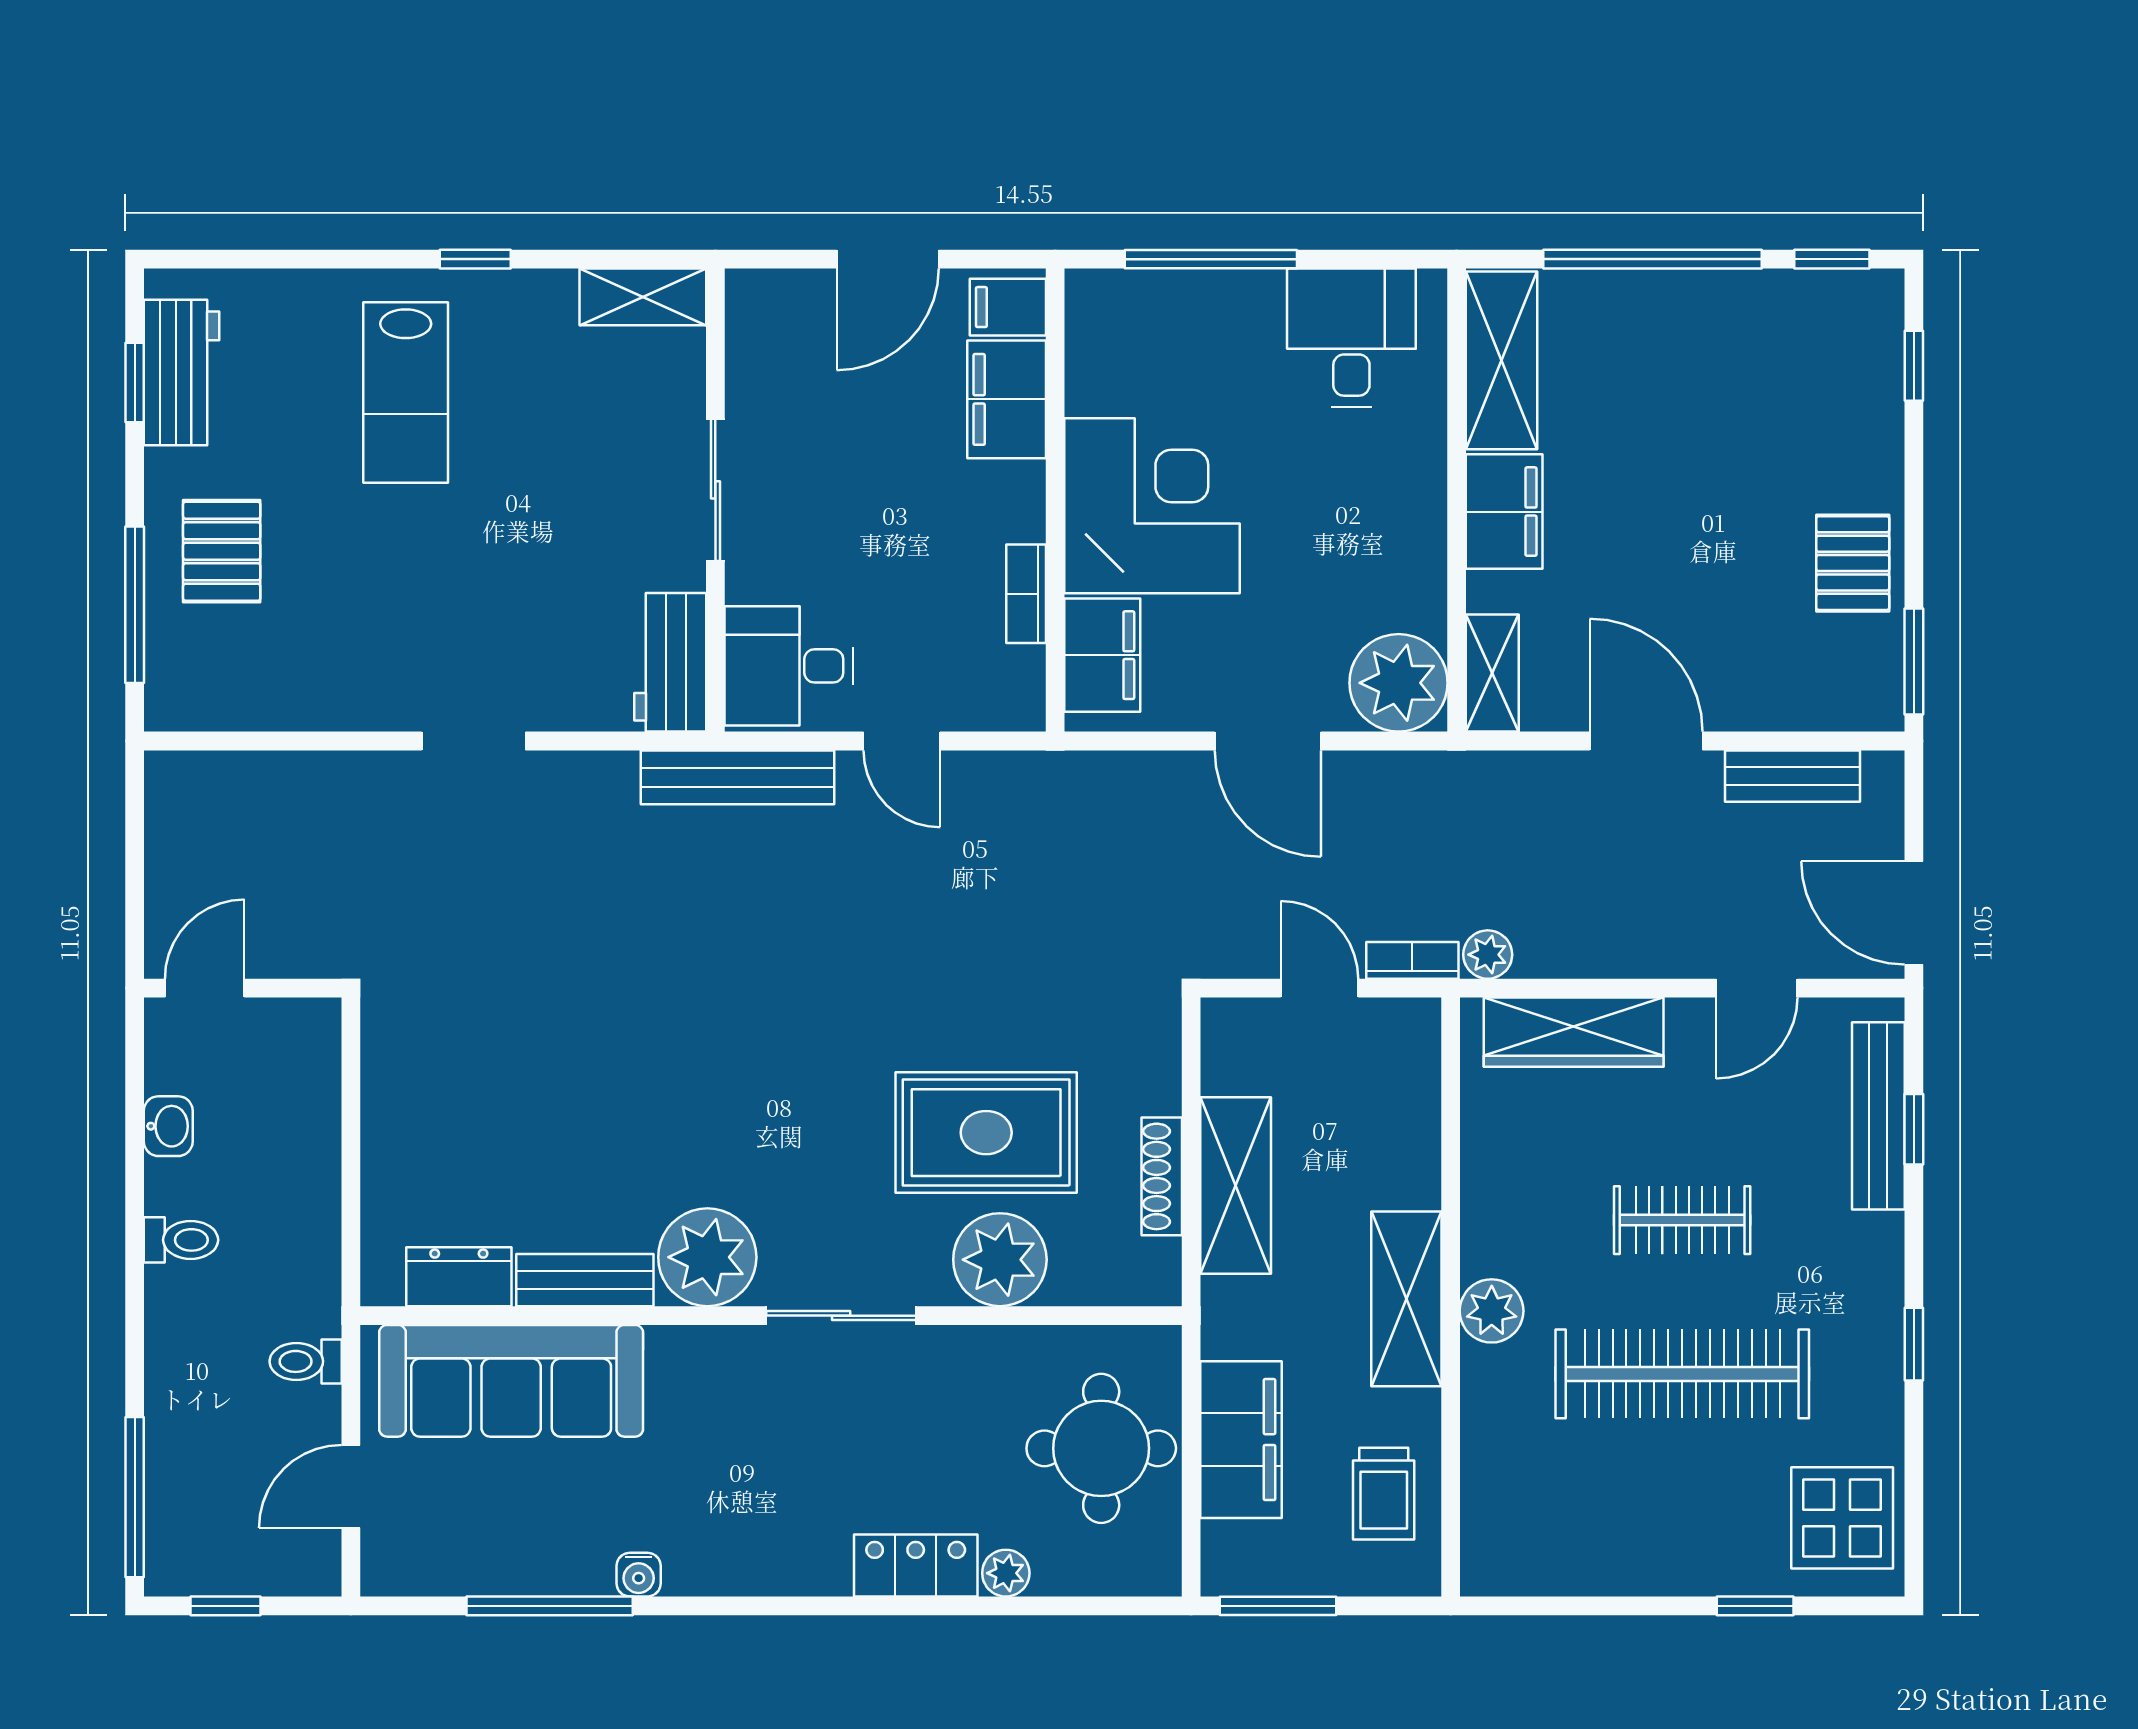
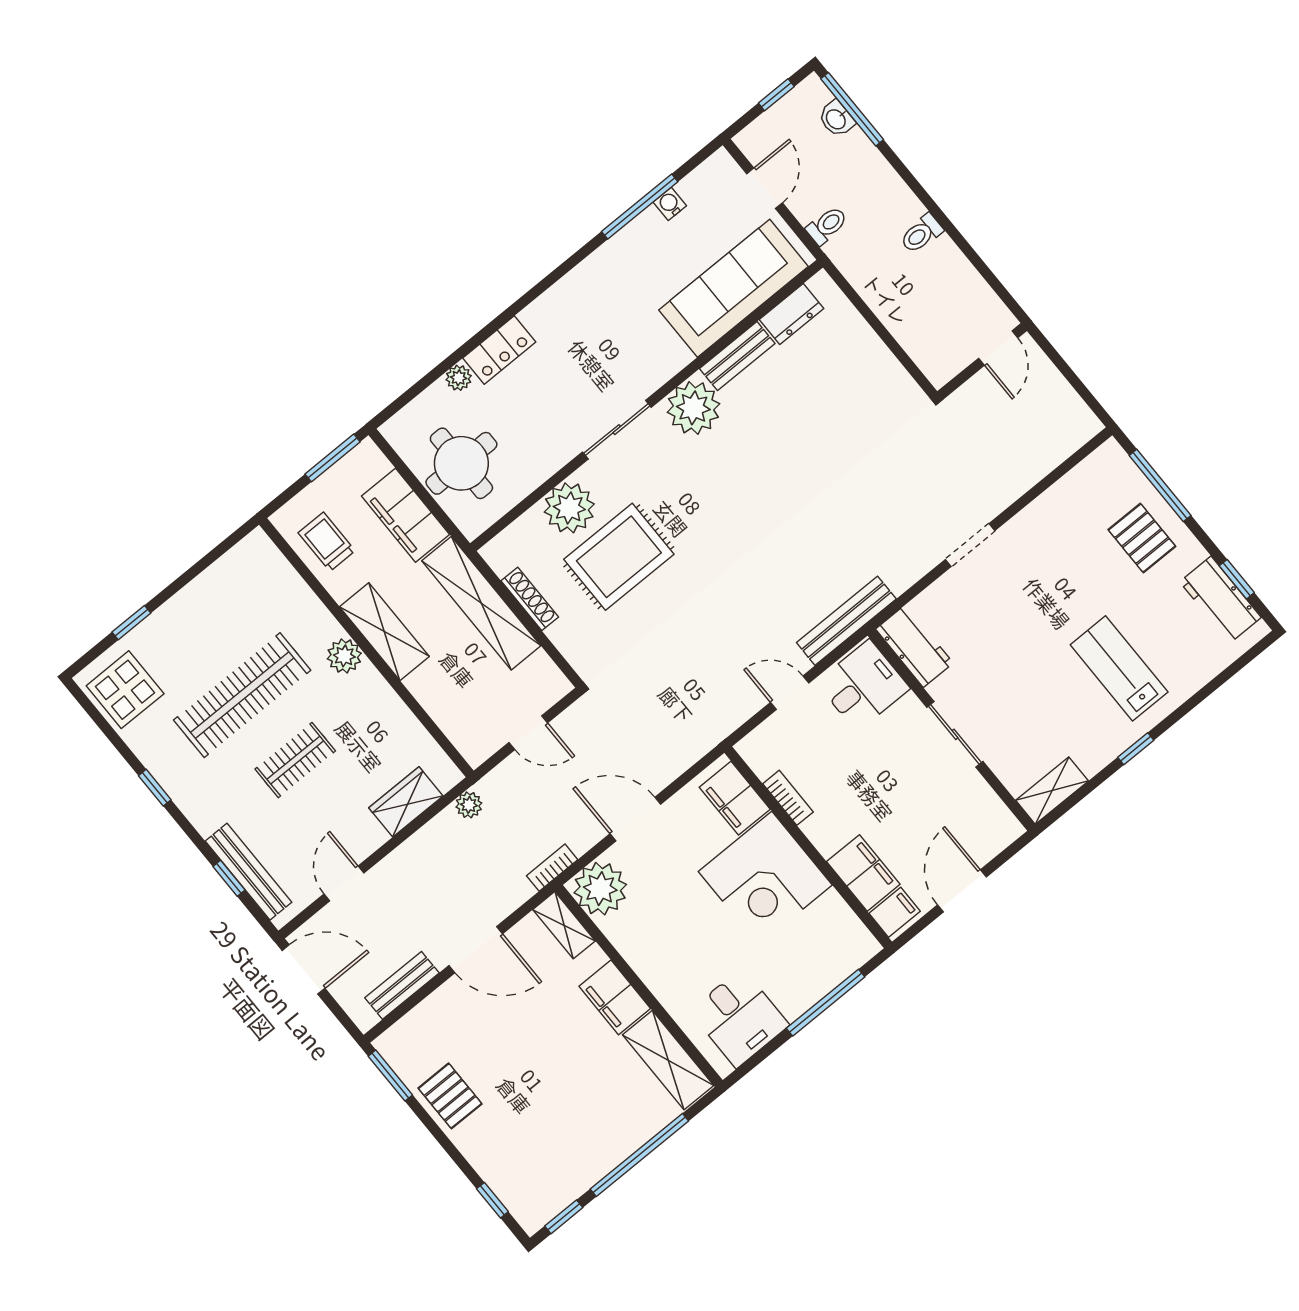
bookcase: (1412, 960) -> (552, 868), moved, turned 180
wardrobe: (1574, 1032) -> (406, 802), width x0.67
washbasin: (168, 1126) -> (836, 119), moved
shelving: (1236, 1185) -> (481, 603), width x1.47
water cooler: (639, 1575) -> (670, 204), moved

